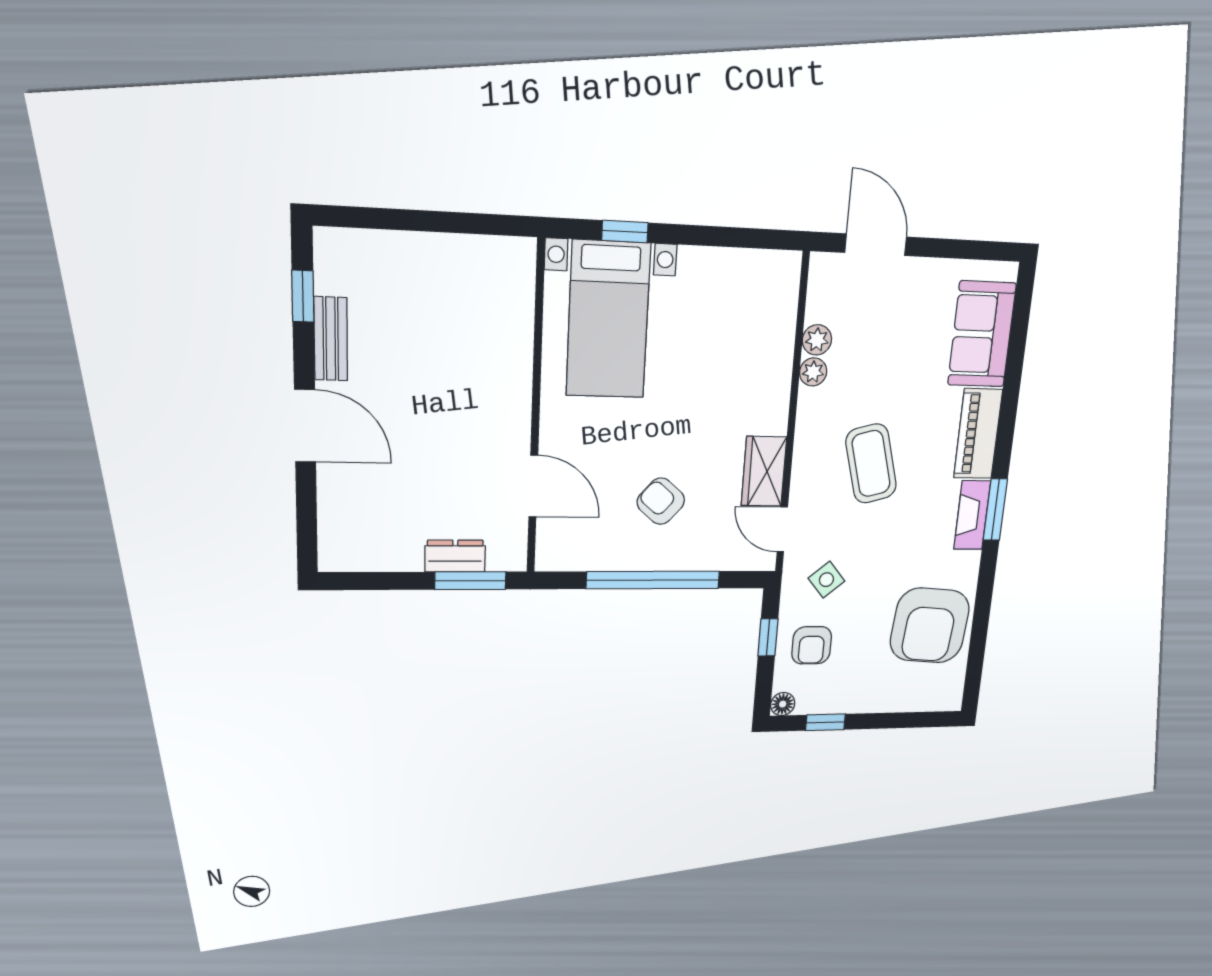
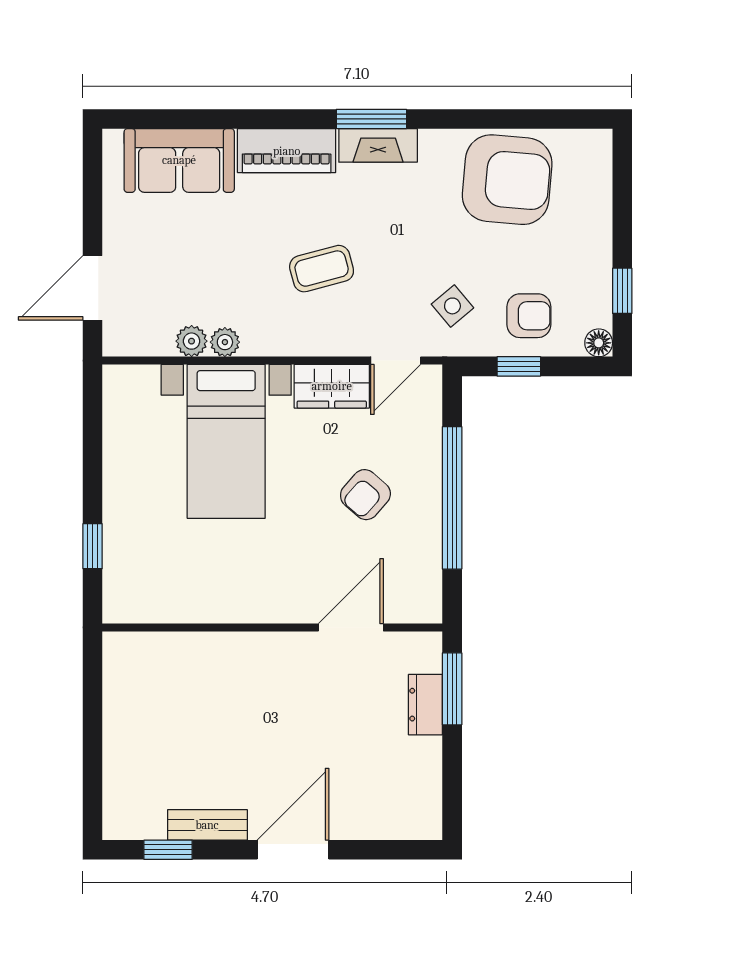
bed with nightstands: (608, 320) -> (226, 441), moved, turned 90
coffee table: (871, 464) -> (322, 269), width x0.73, depth x0.77

